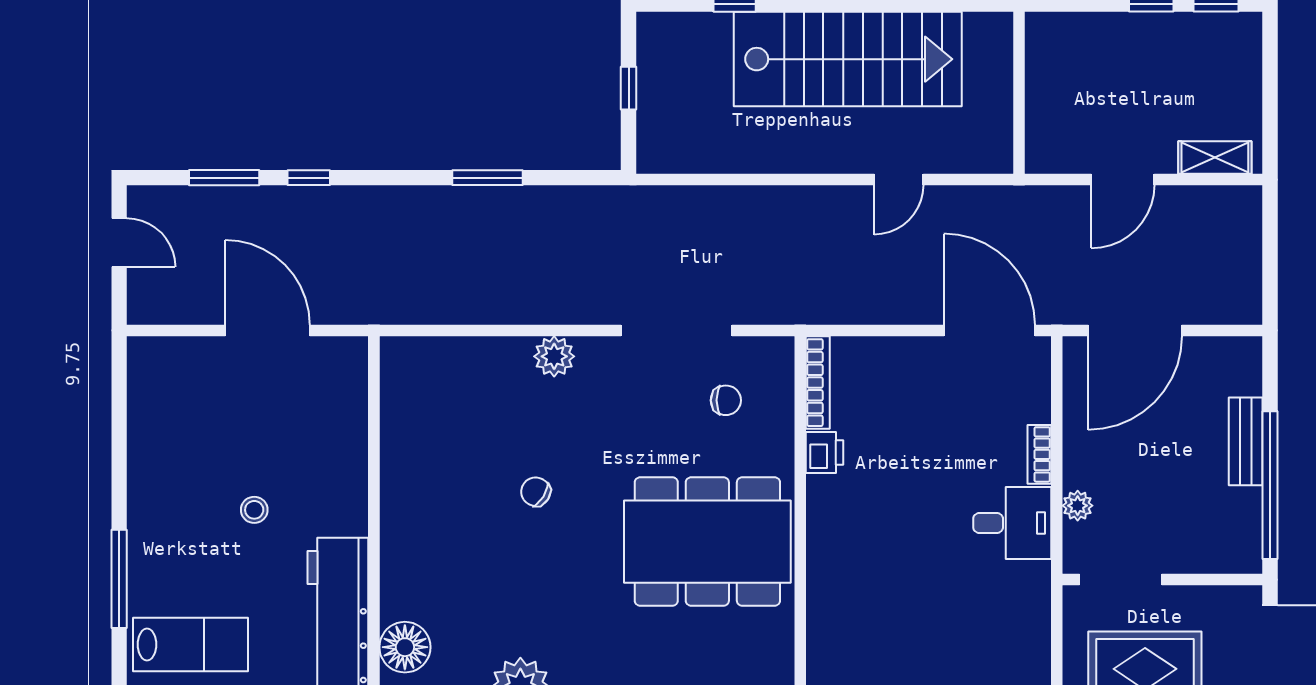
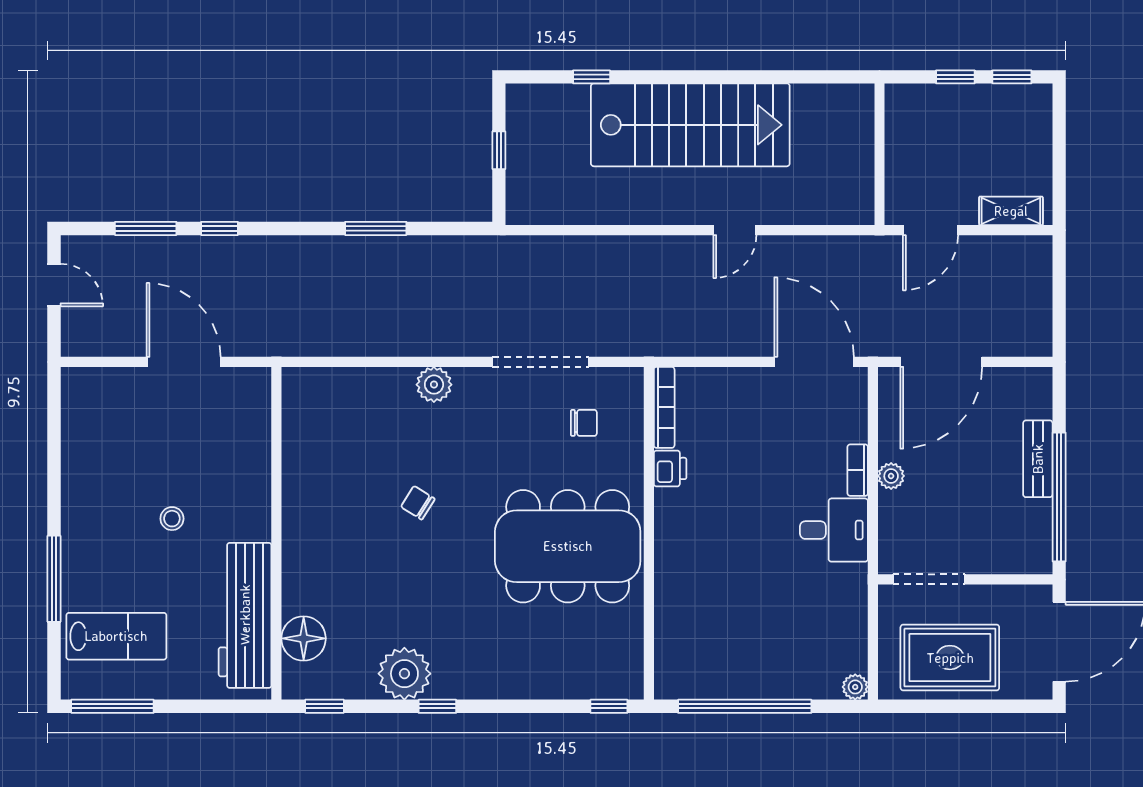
wall: (1019, 93) -> (880, 154), moved
plant: (1078, 506) -> (891, 476), moved

